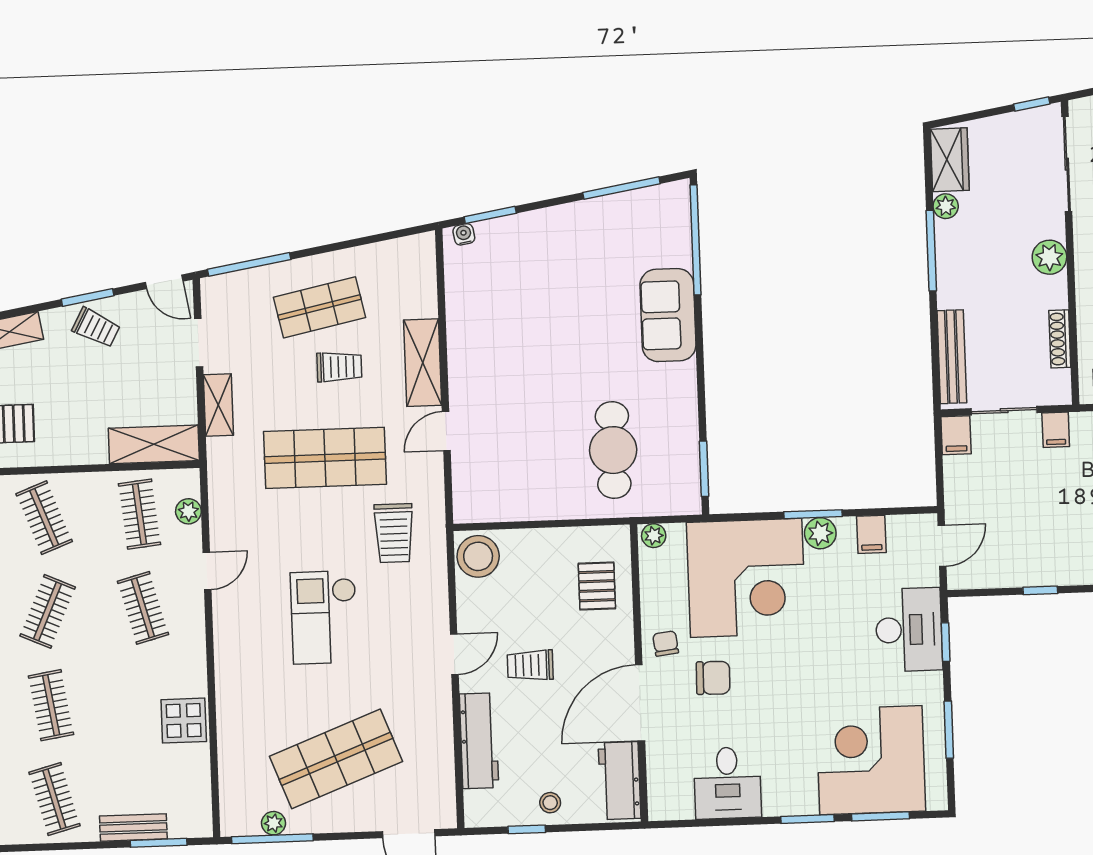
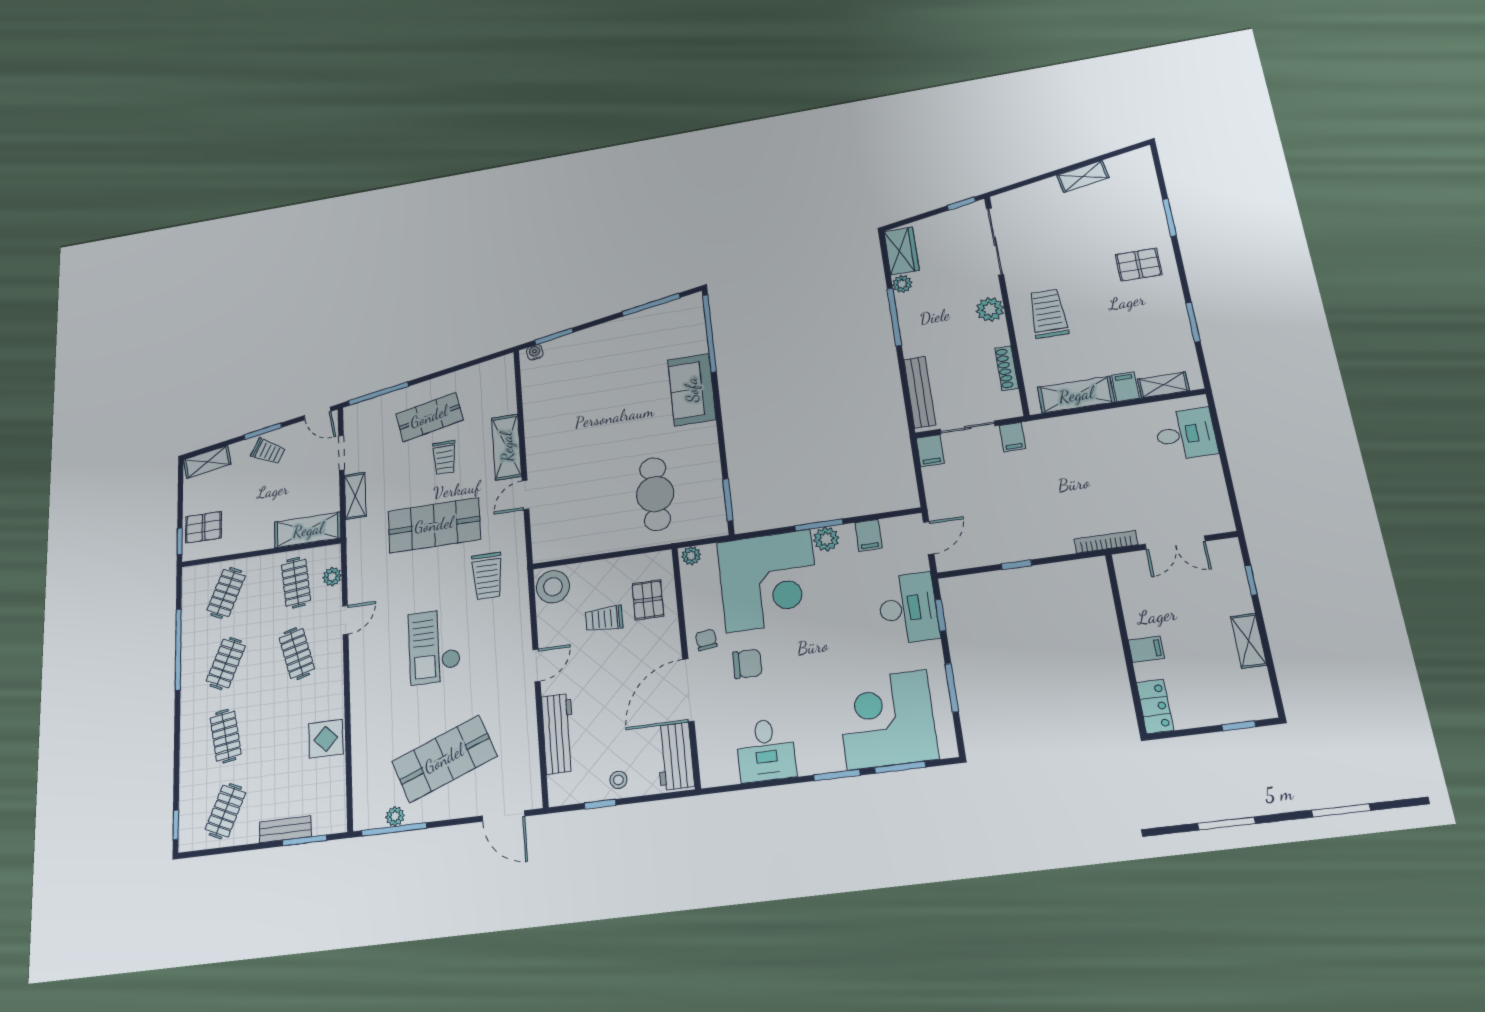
trolley: (339, 367) -> (444, 458), turned 90
clothes rail: (44, 518) -> (226, 593), turned 45
trolley: (530, 665) -> (604, 619), moved
clothes rail: (54, 799) -> (225, 811), turned 39

